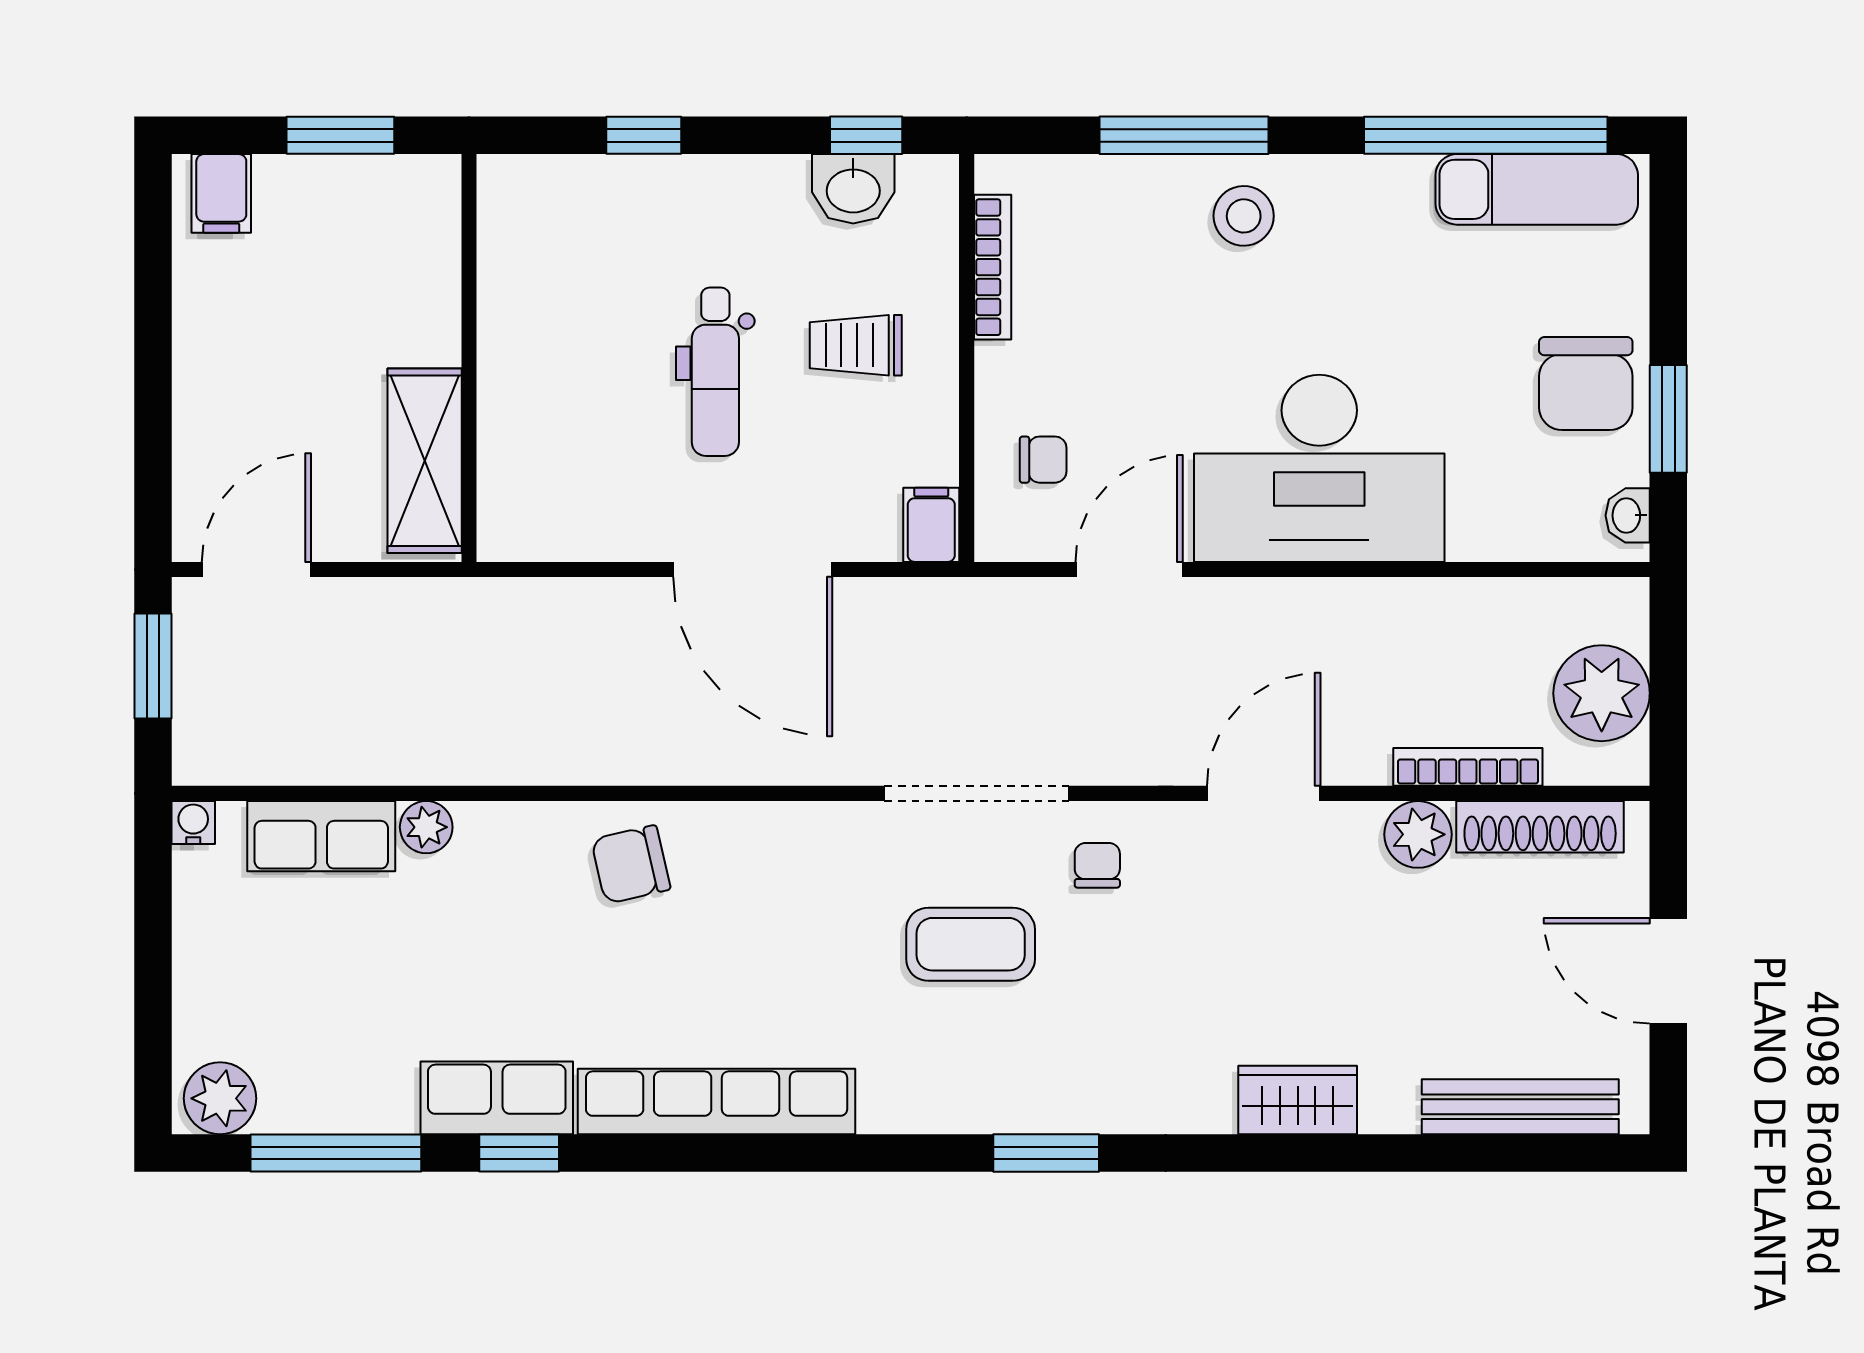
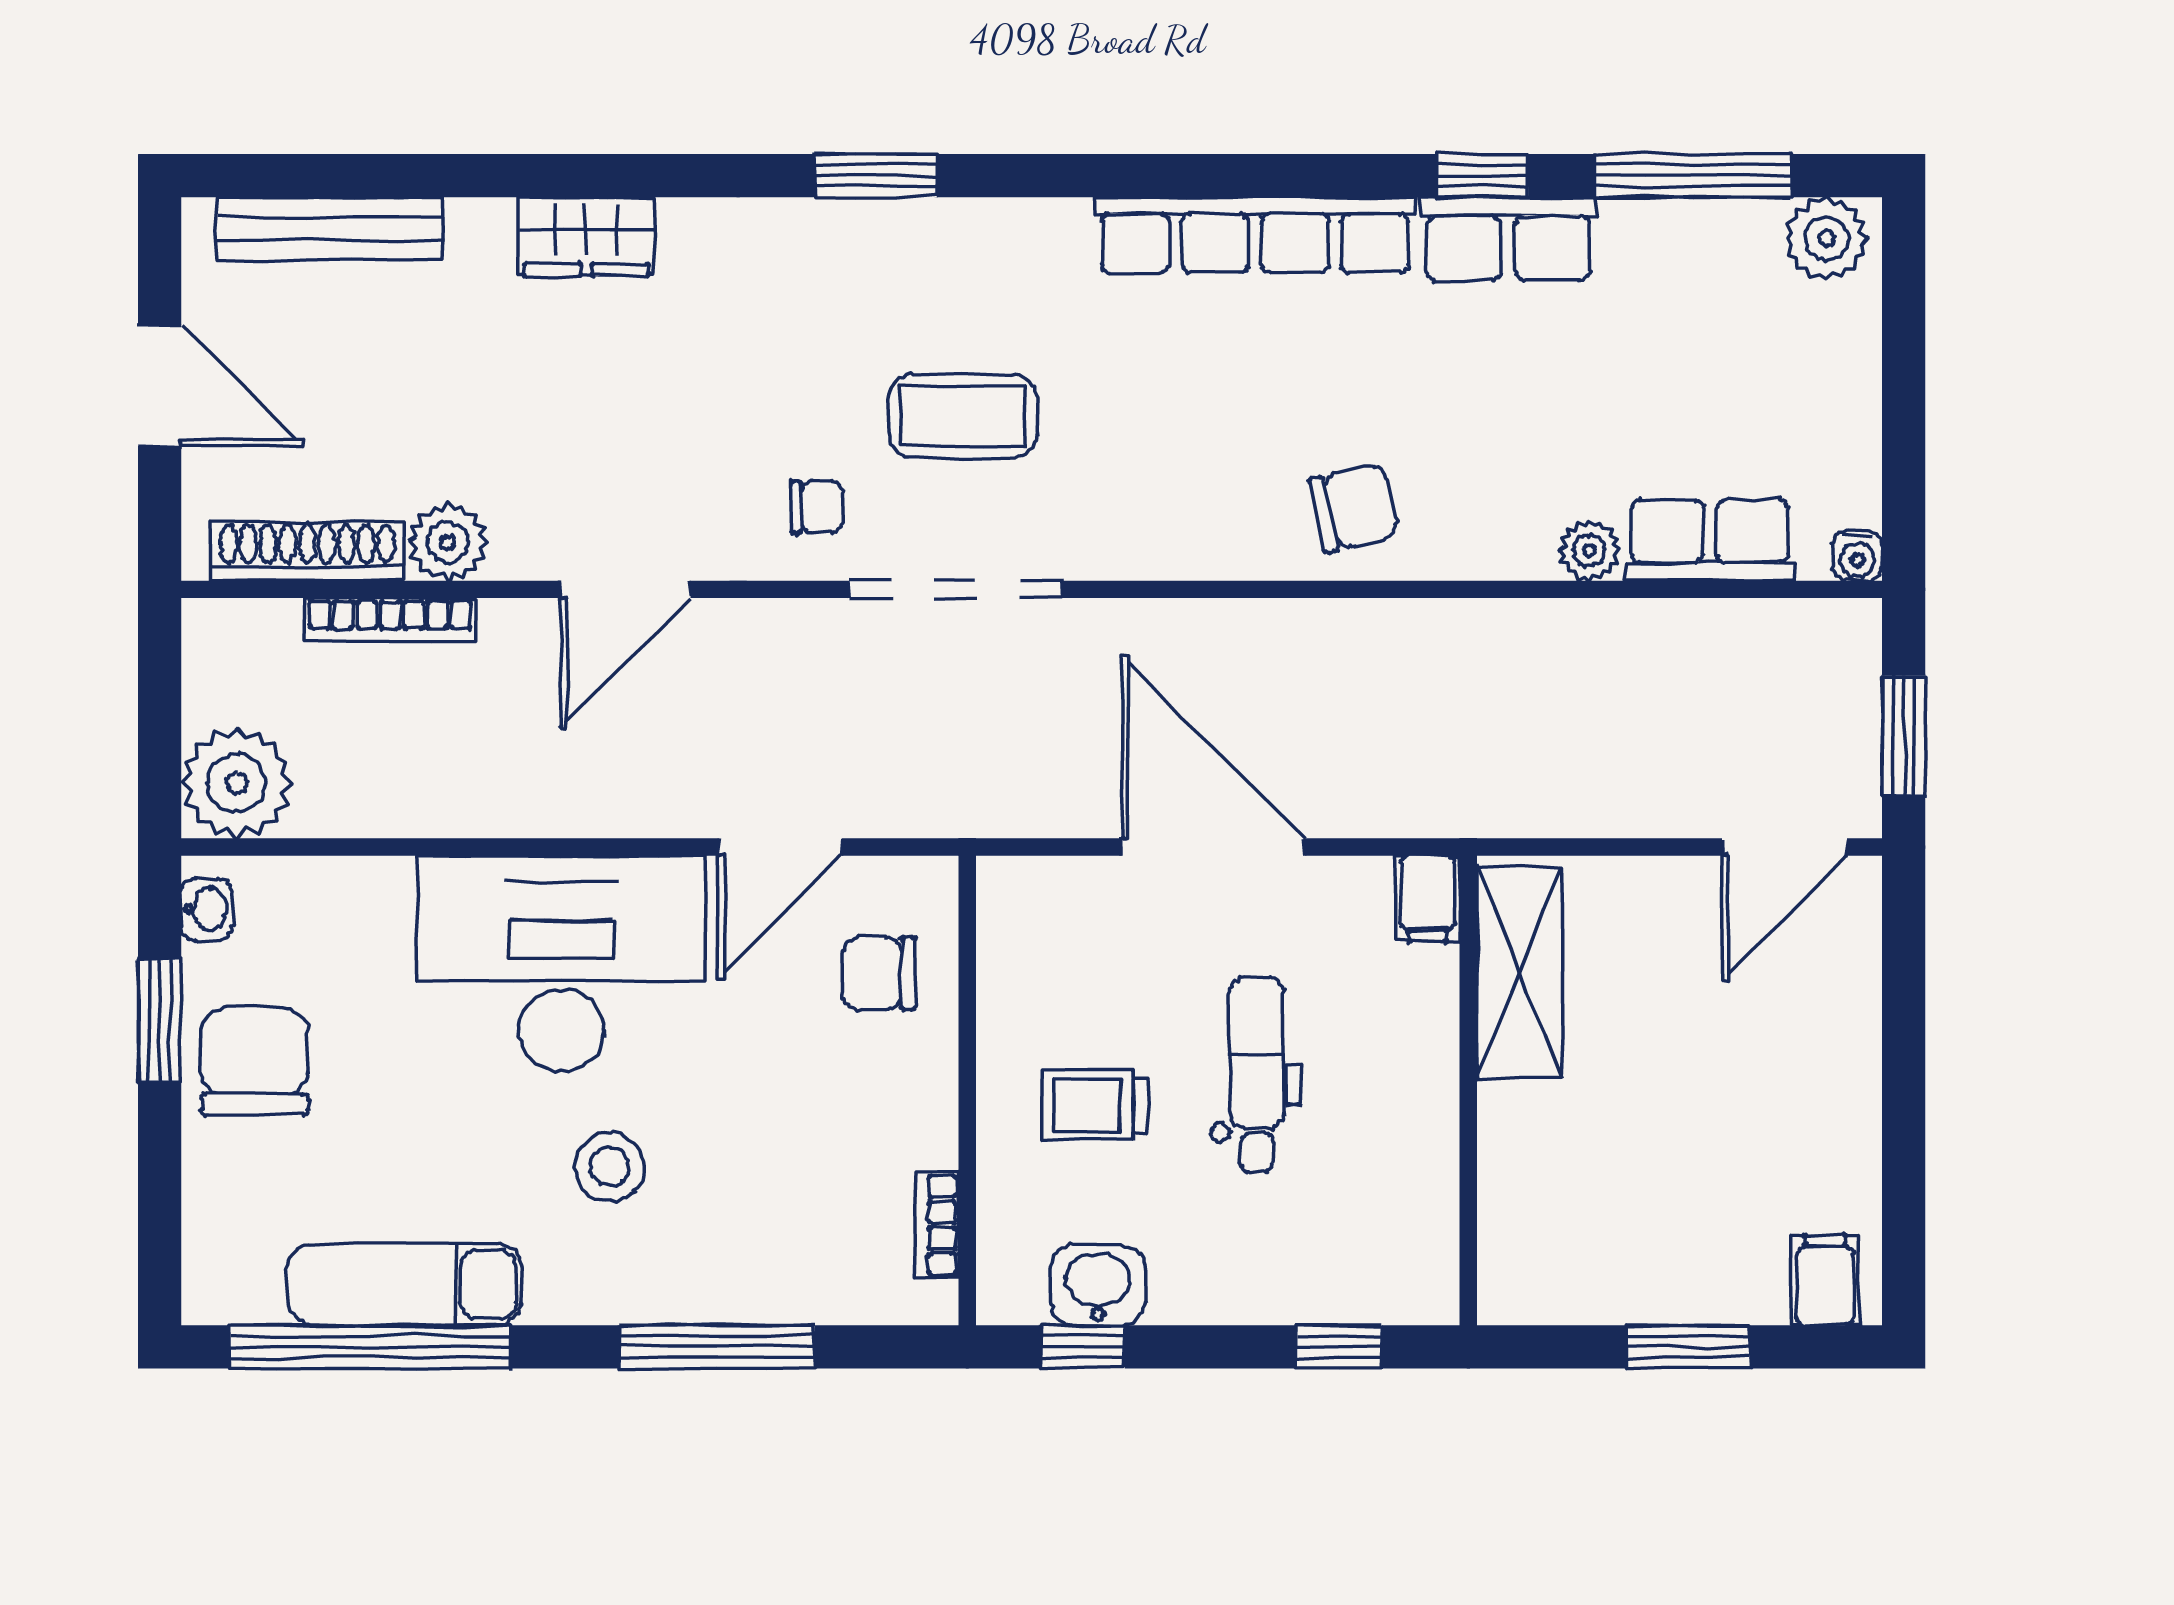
exam couch: (1537, 189) -> (405, 1285), moved
stool: (1244, 216) -> (610, 1167), moved
bookcase: (993, 267) -> (937, 1225), width x0.64
trolley: (856, 345) -> (1095, 1105), turned 180
wall: (469, 358) -> (1468, 1090), moved
chair: (1043, 460) -> (879, 974), width x1.37, depth x1.37
shelving: (425, 461) -> (1519, 972), moved
filing cabinet: (931, 525) -> (1428, 898), moved
plant: (1602, 693) -> (236, 783), moved
chair: (1097, 865) -> (817, 507), turned -90

